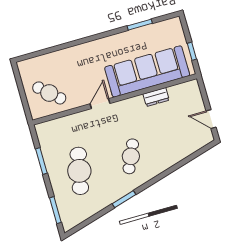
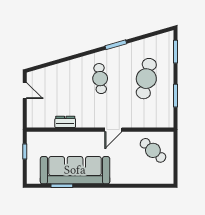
sofa: (147, 71) -> (75, 170), moved, turned 180
cafe table: (131, 156) -> (100, 79), turned -30

